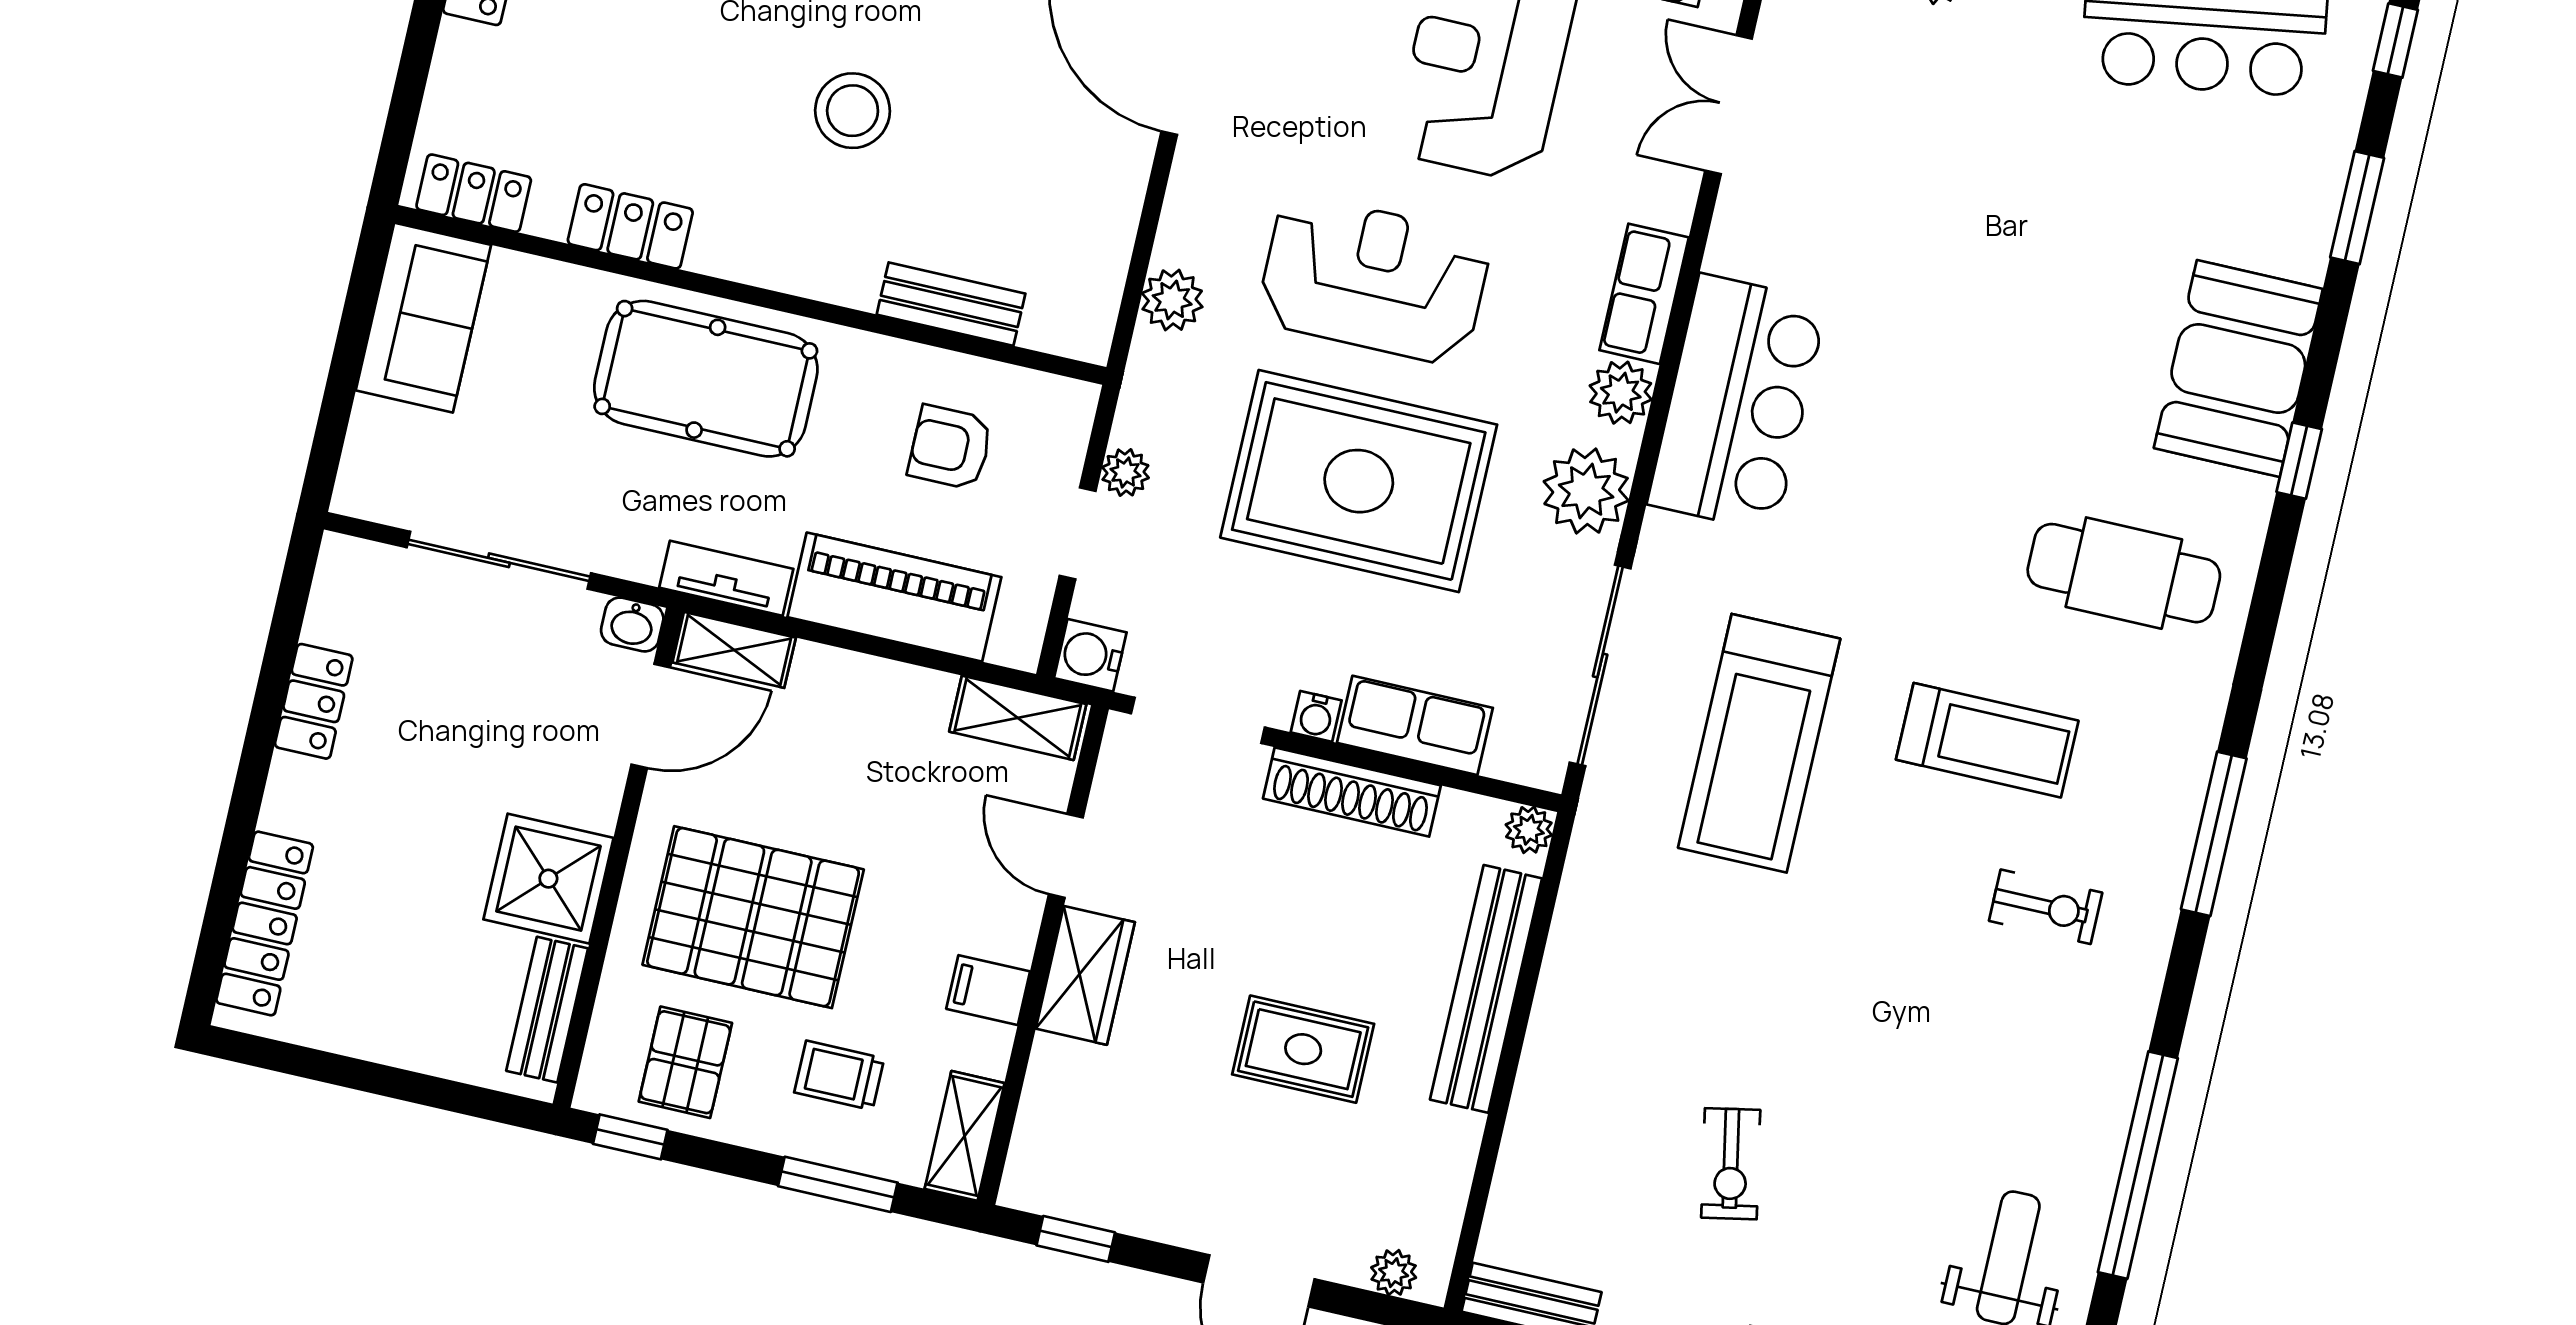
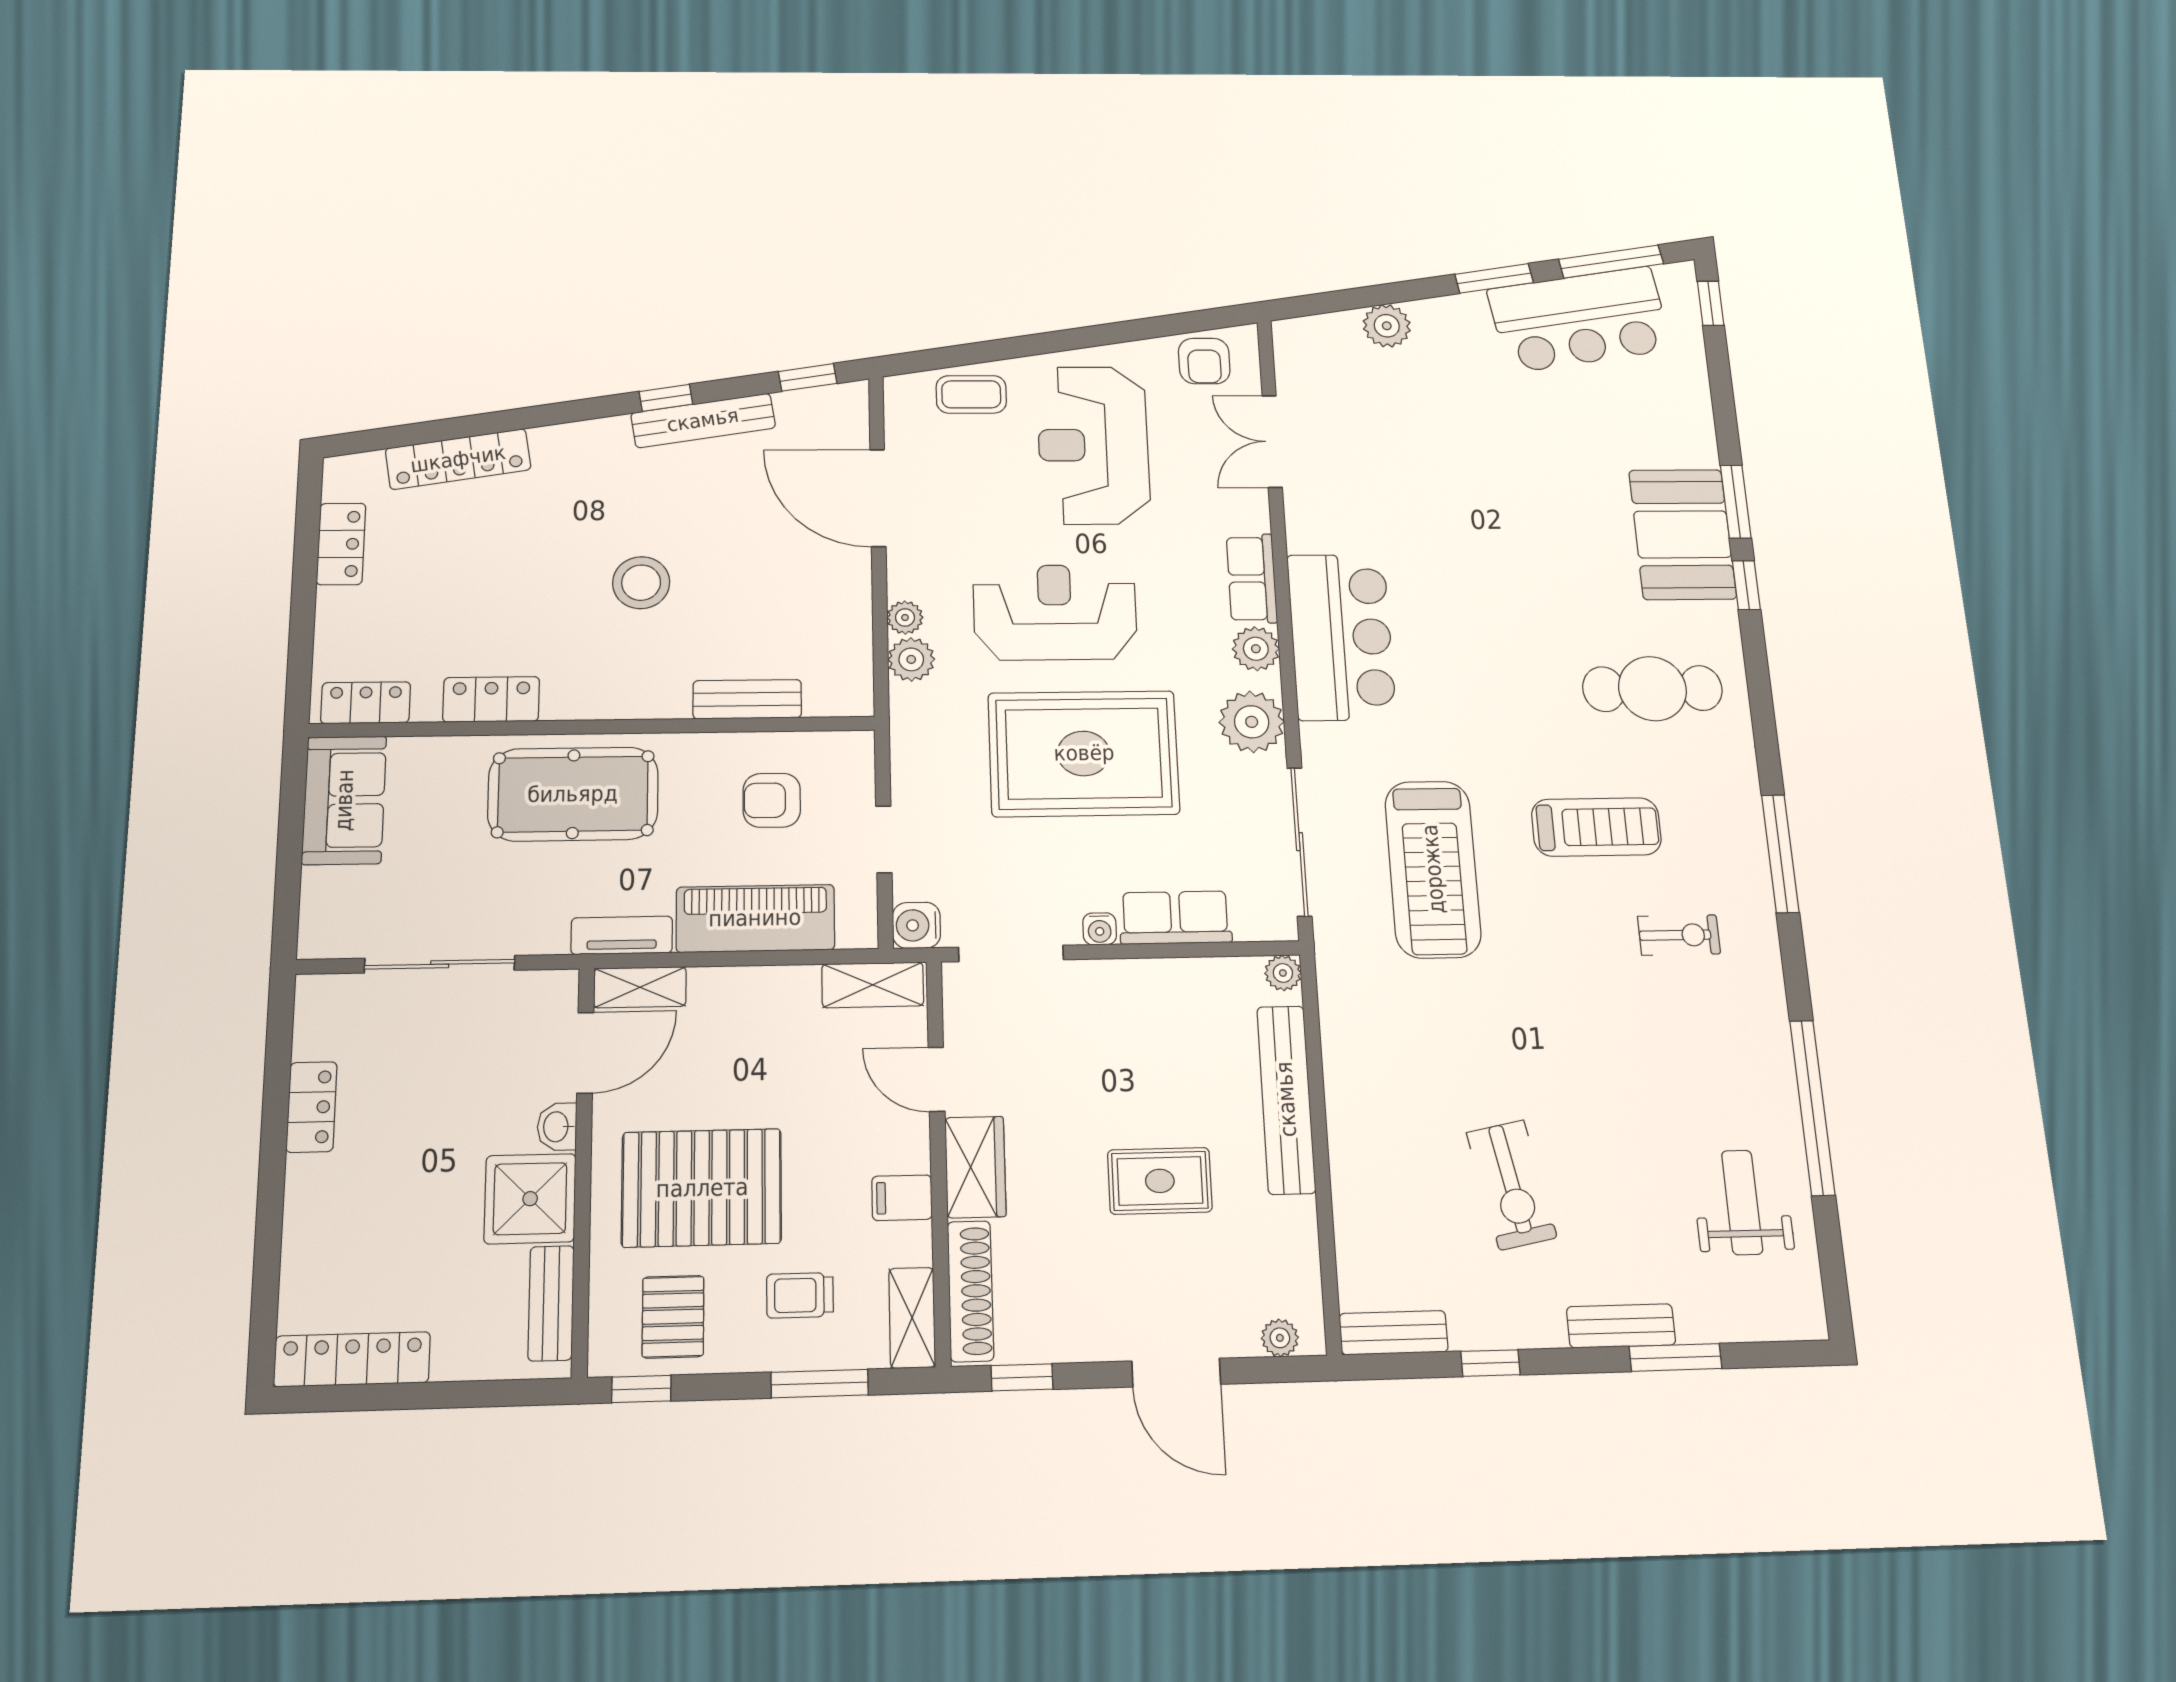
window: (2357, 208) -> (1736, 502), moved
plant: (1125, 472) -> (905, 618), moved
washbasin: (632, 624) -> (557, 1127), moved, turned 90
shoe rack: (1352, 792) -> (970, 1291), moved, turned -90
locker: (265, 923) -> (352, 1359), moved, turned -90
exercise bike: (1731, 1164) -> (1512, 1185), width x1.38, depth x1.39

